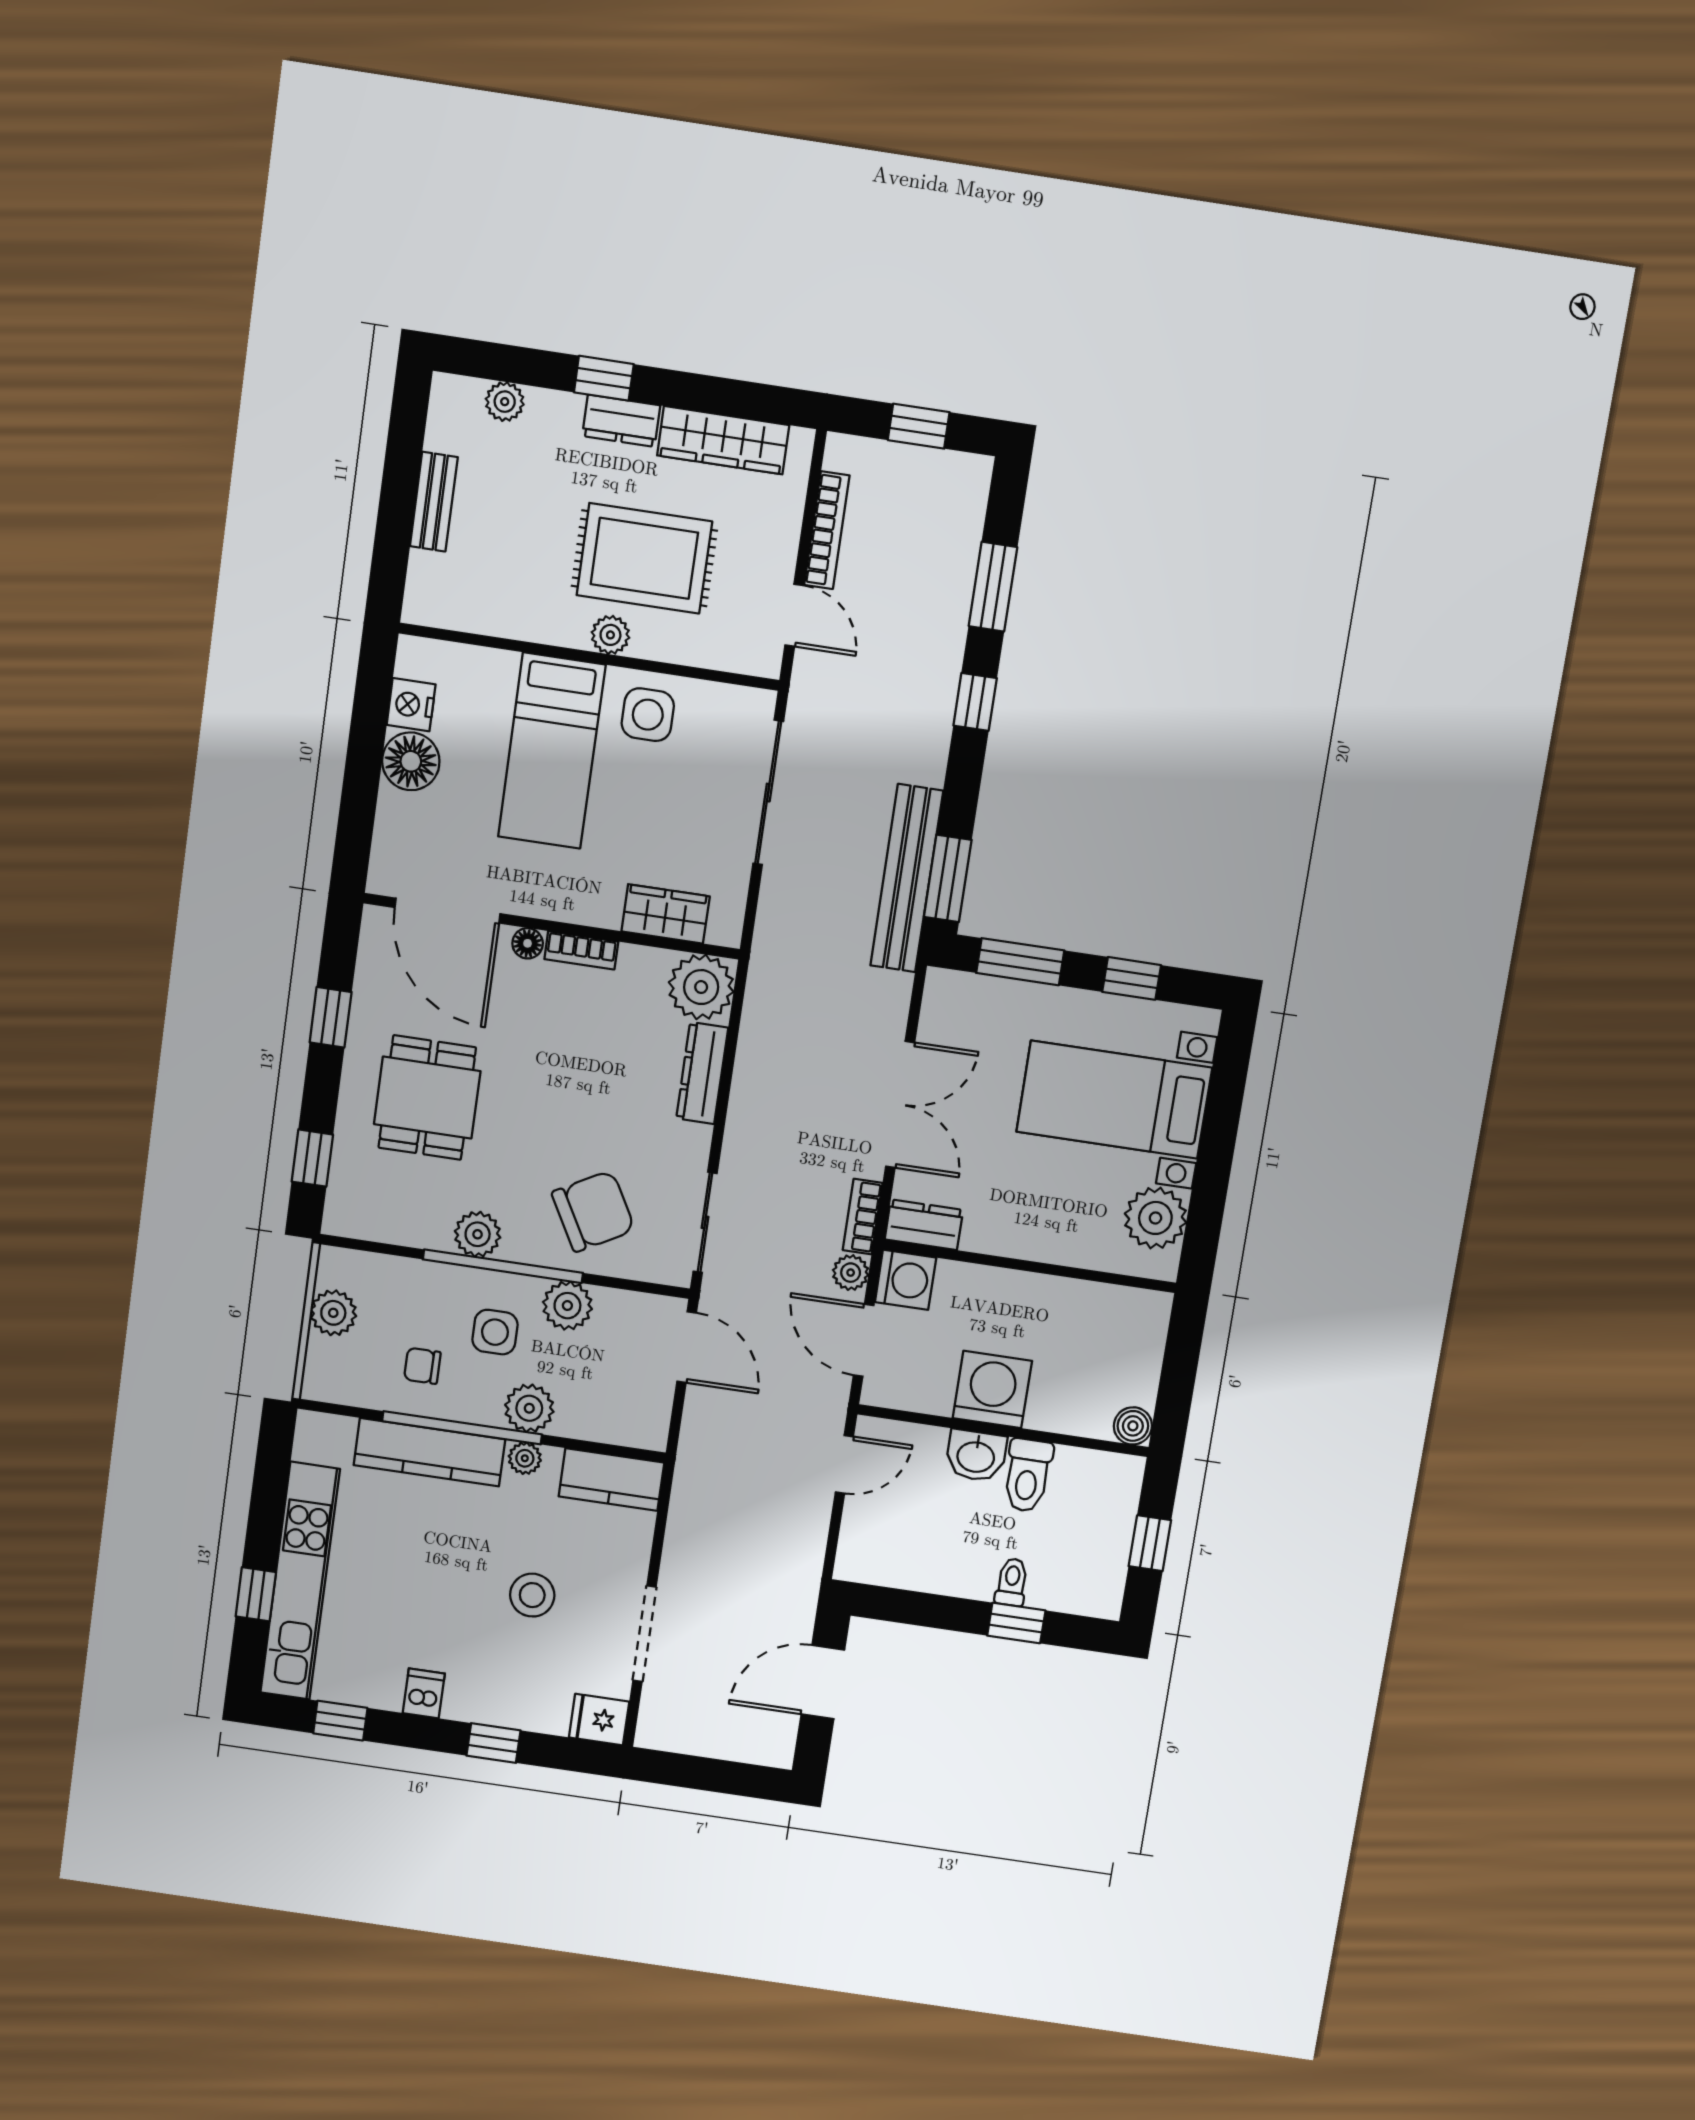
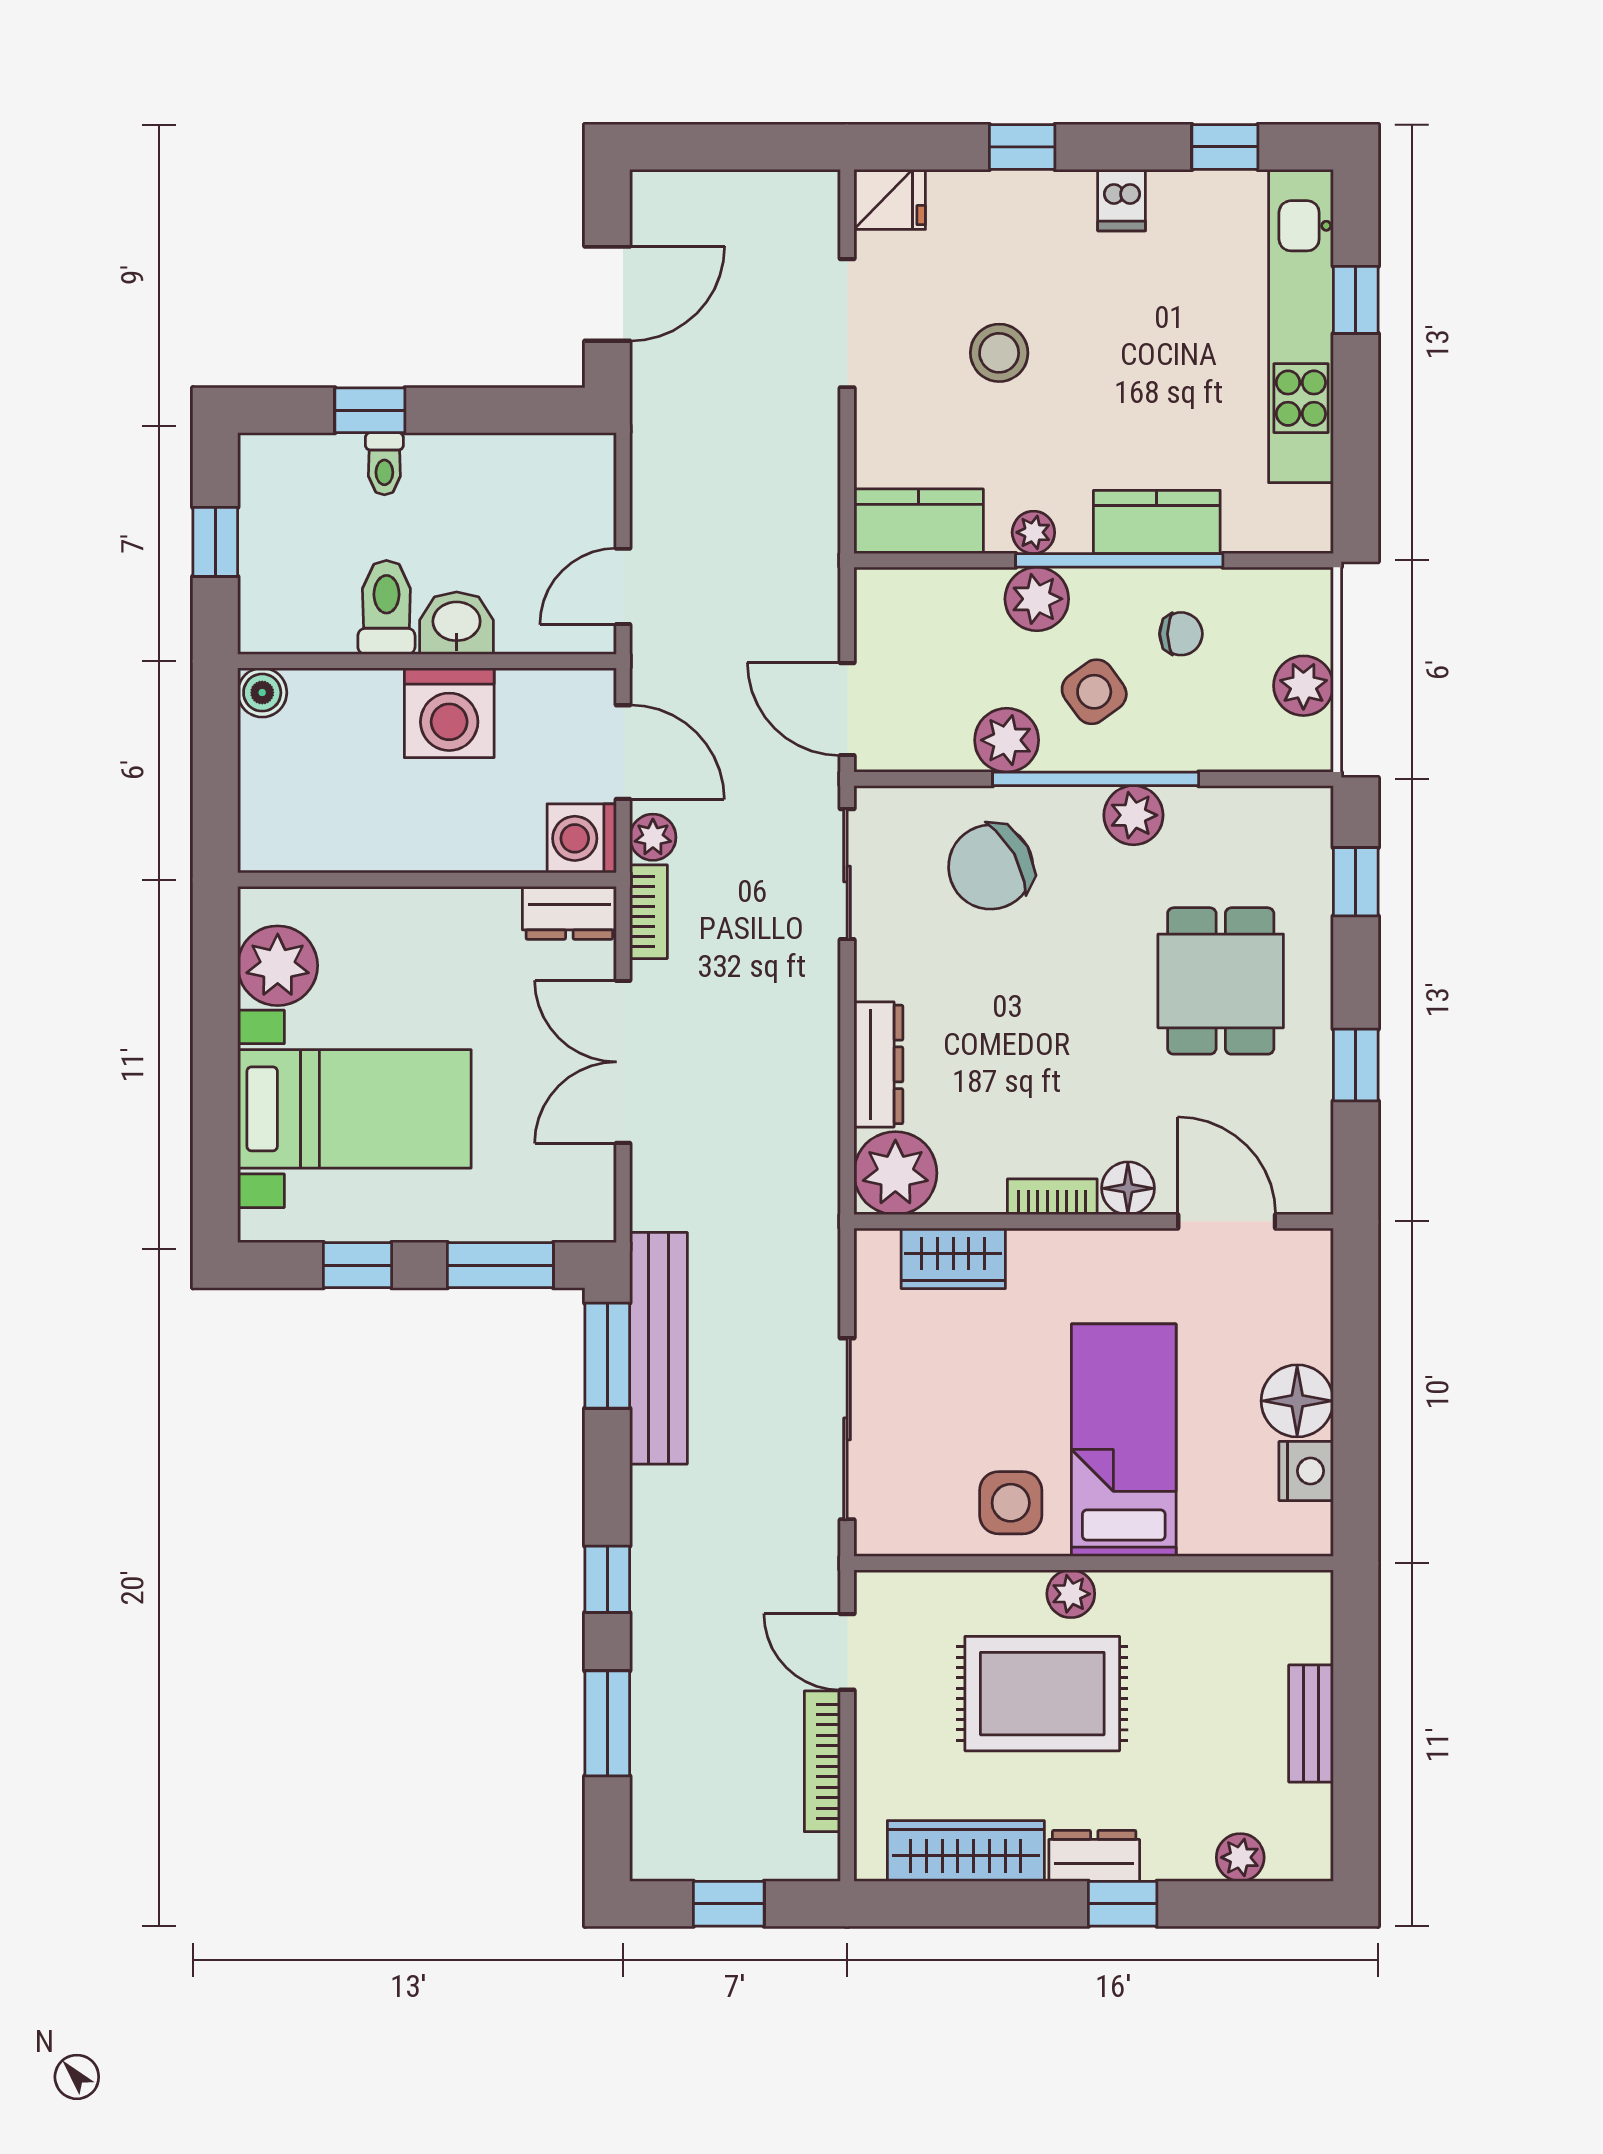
door: (448, 911) -> (1227, 1221), width x0.73
floor lamp: (528, 943) -> (1128, 1188), width x1.37, depth x1.37
side table: (495, 1332) -> (1094, 692), turned -36
kitchen counter: (429, 1452) -> (1157, 522), width x0.67

